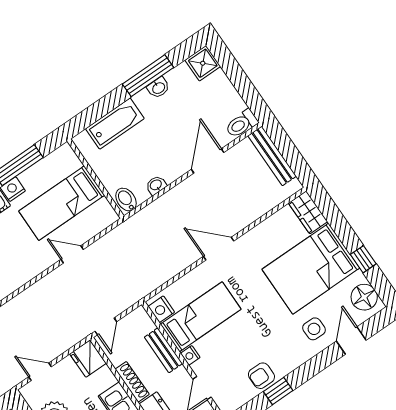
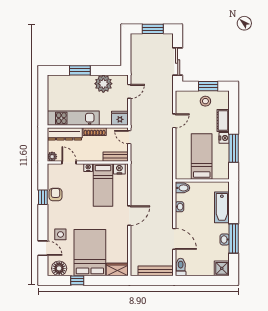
door: (72, 254) -> (174, 121), moved
bench: (163, 350) -> (116, 157), moved

